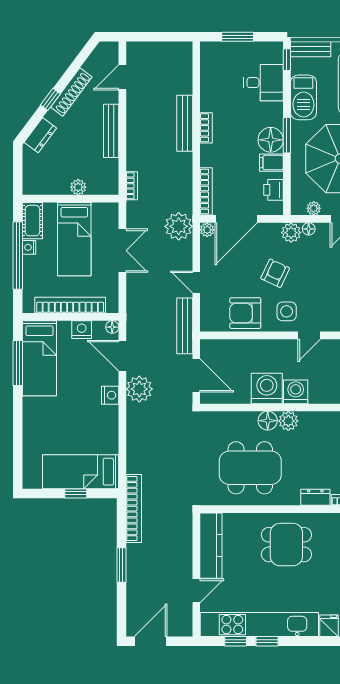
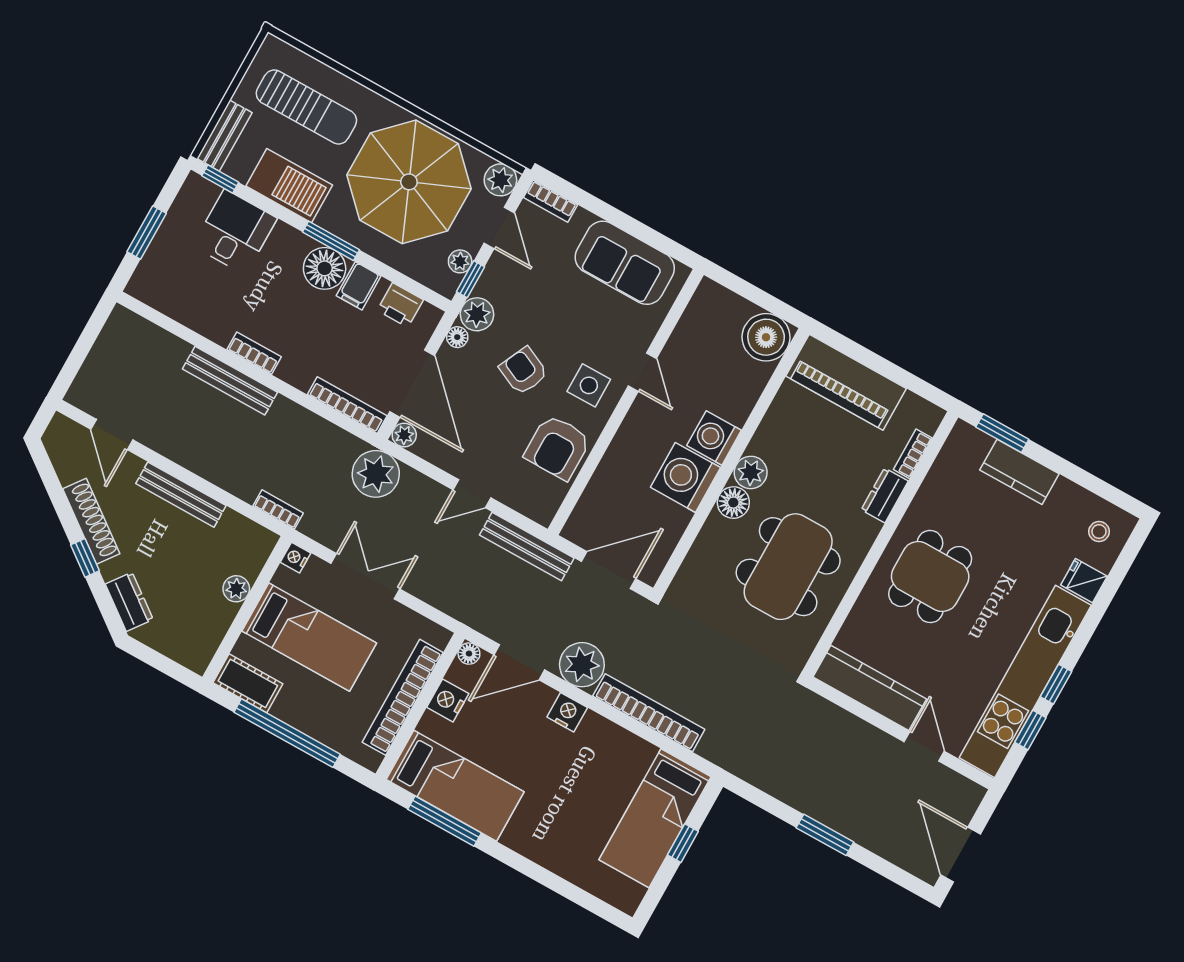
window: (307, 219) -> (470, 279), added
floor lamp: (309, 229) -> (457, 337), moved
nightstand: (29, 247) -> (296, 558), moved, turned 90
bookcase: (134, 509) -> (649, 713), moved

